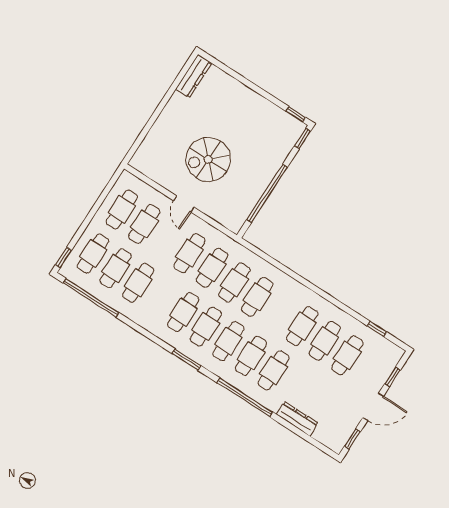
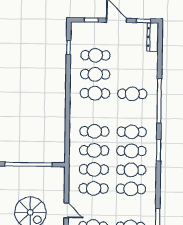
door: (184, 204) -> (66, 210), hinge flipped
cafe table: (138, 283) -> (131, 189), moved
cafe table: (251, 356) -> (132, 113), removed
dresser: (297, 419) -> (153, 37), moved

